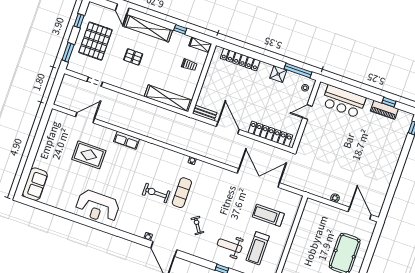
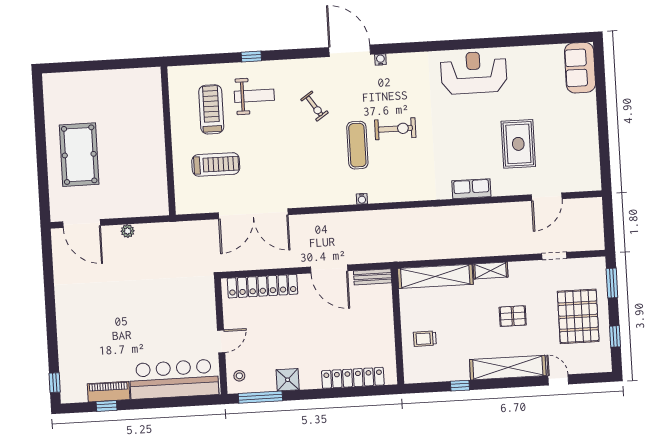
shelving: (200, 45) -> (491, 271), moved
bar counter: (344, 101) -> (174, 379), width x1.36
rug: (89, 155) -> (518, 144), turned 90

